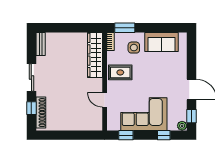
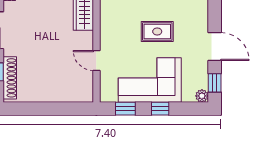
rug: (120, 72) -> (157, 32), moved
window: (164, 135) -> (160, 109), moved

